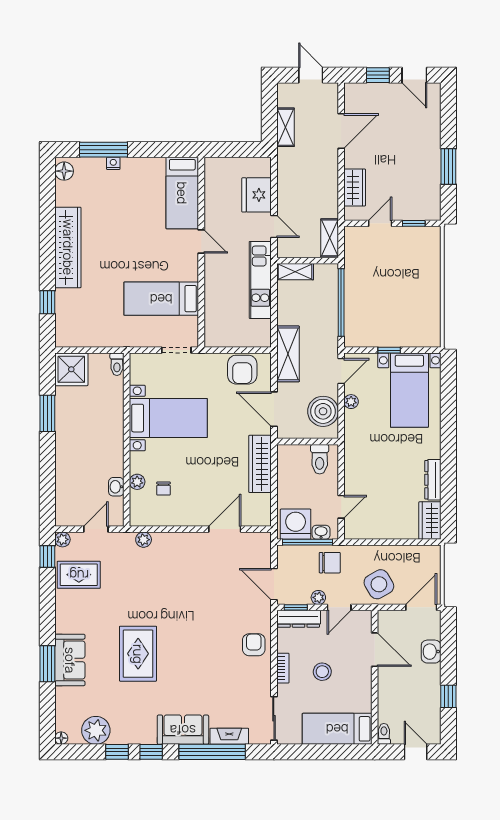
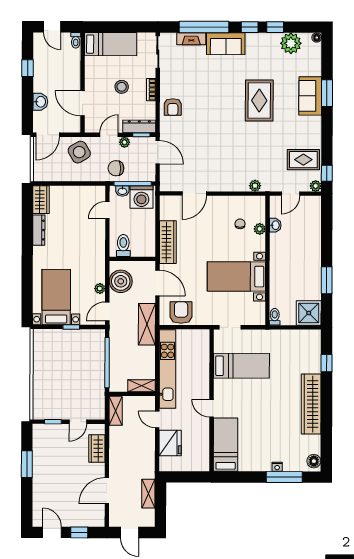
kitchen unit: (260, 280) -> (167, 369), width x1.36

